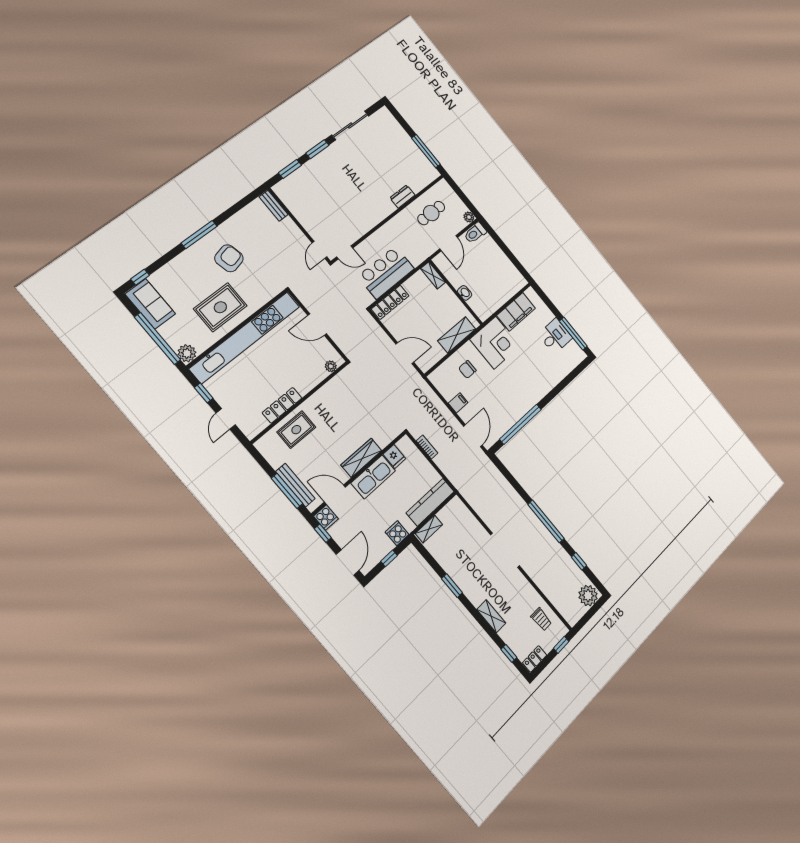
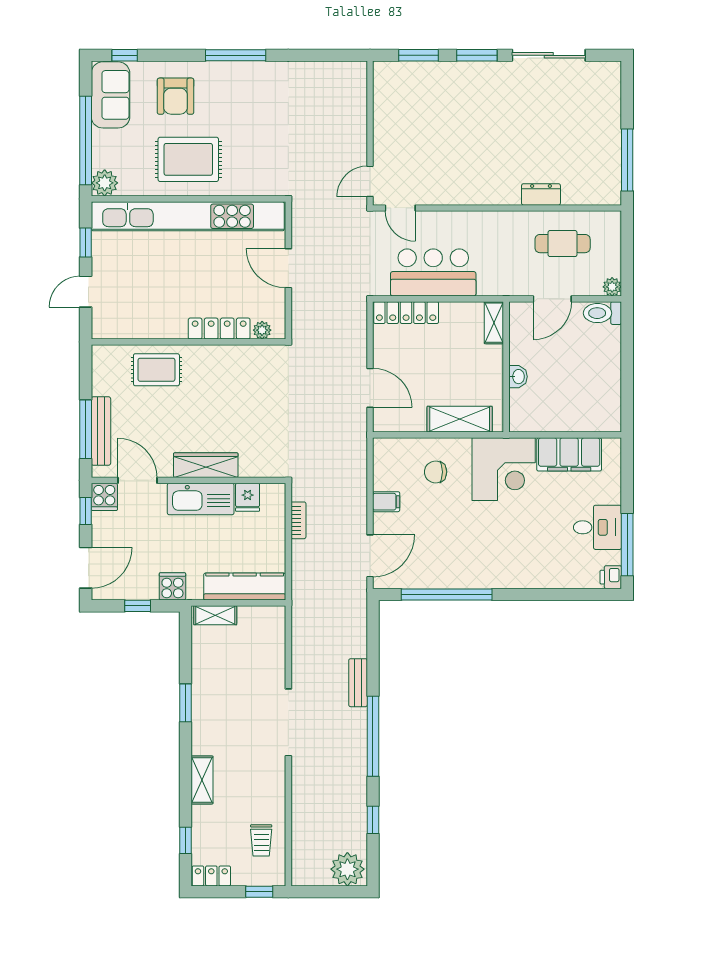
bench: (274, 206) -> (358, 683), moved
armchair: (229, 258) -> (176, 96), moved, turned 103
printer: (579, 355) -> (611, 577), added
locker: (282, 405) -> (219, 329), moved

